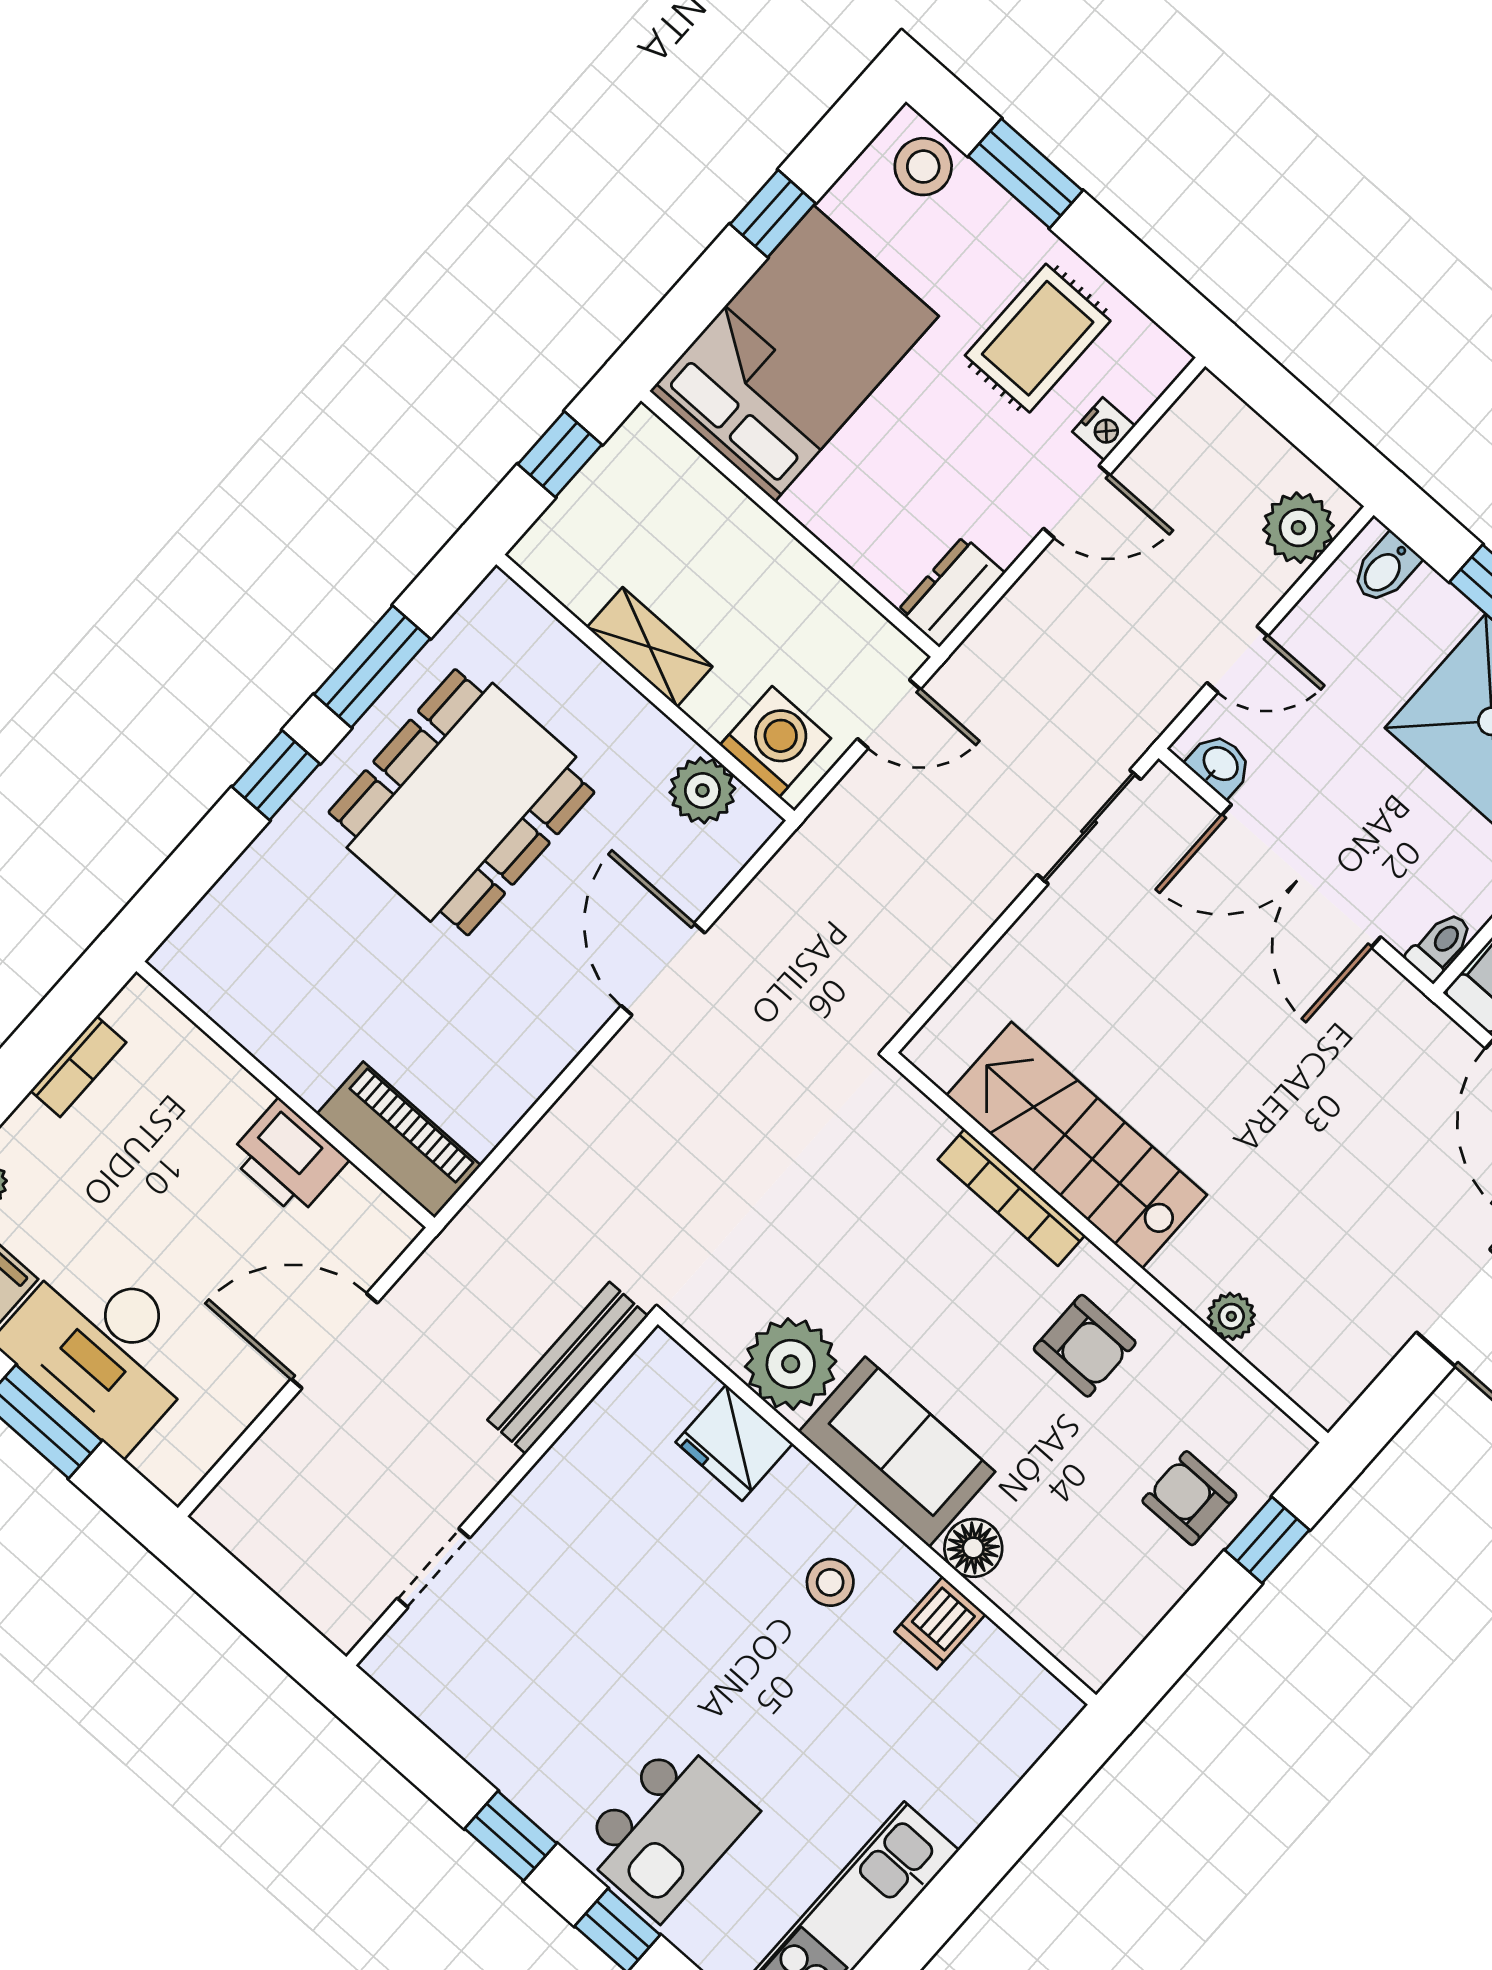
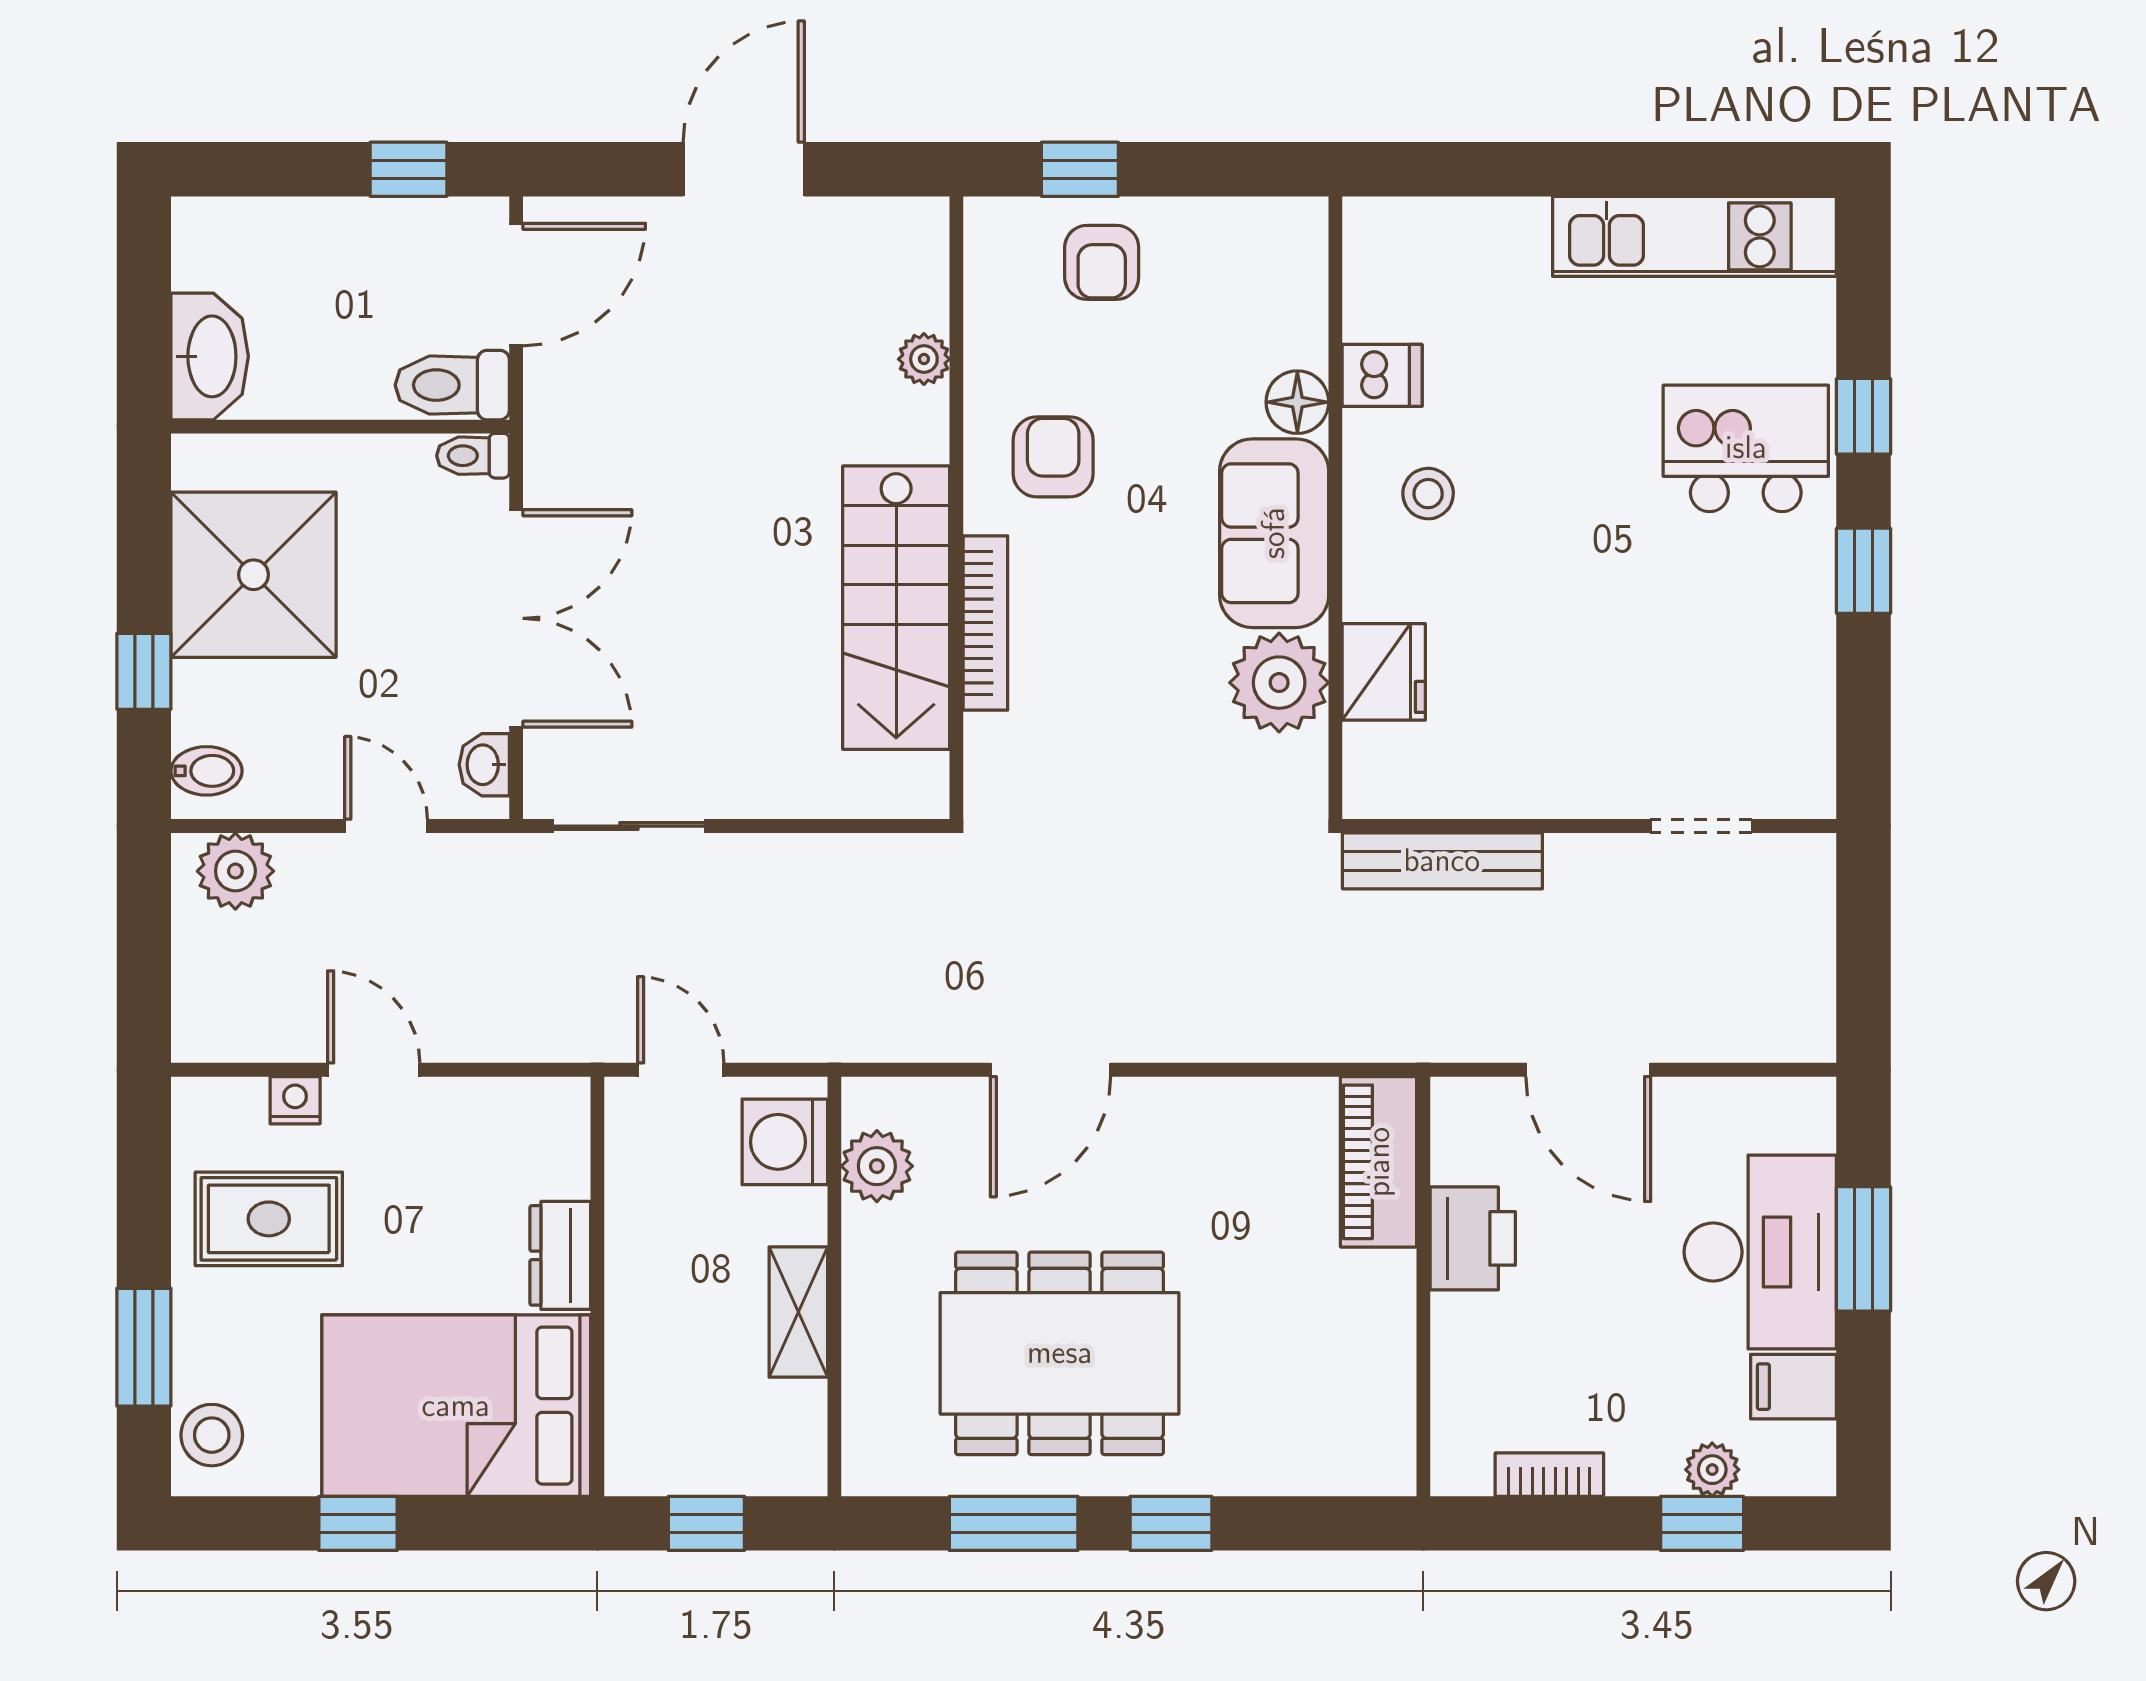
dresser: (951, 592) -> (560, 1255), moved, turned 90

